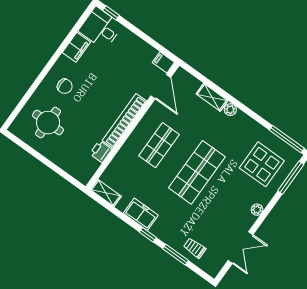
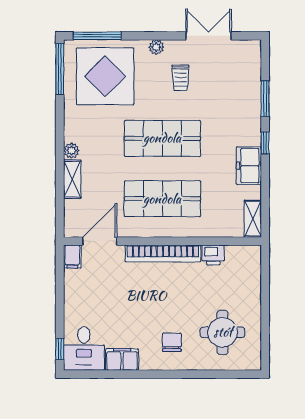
shop shelf: (159, 145) -> (162, 199), width x1.43, depth x1.36
display table: (262, 164) -> (105, 76), width x1.36, depth x1.36
trolley: (195, 248) -> (180, 78), moved

